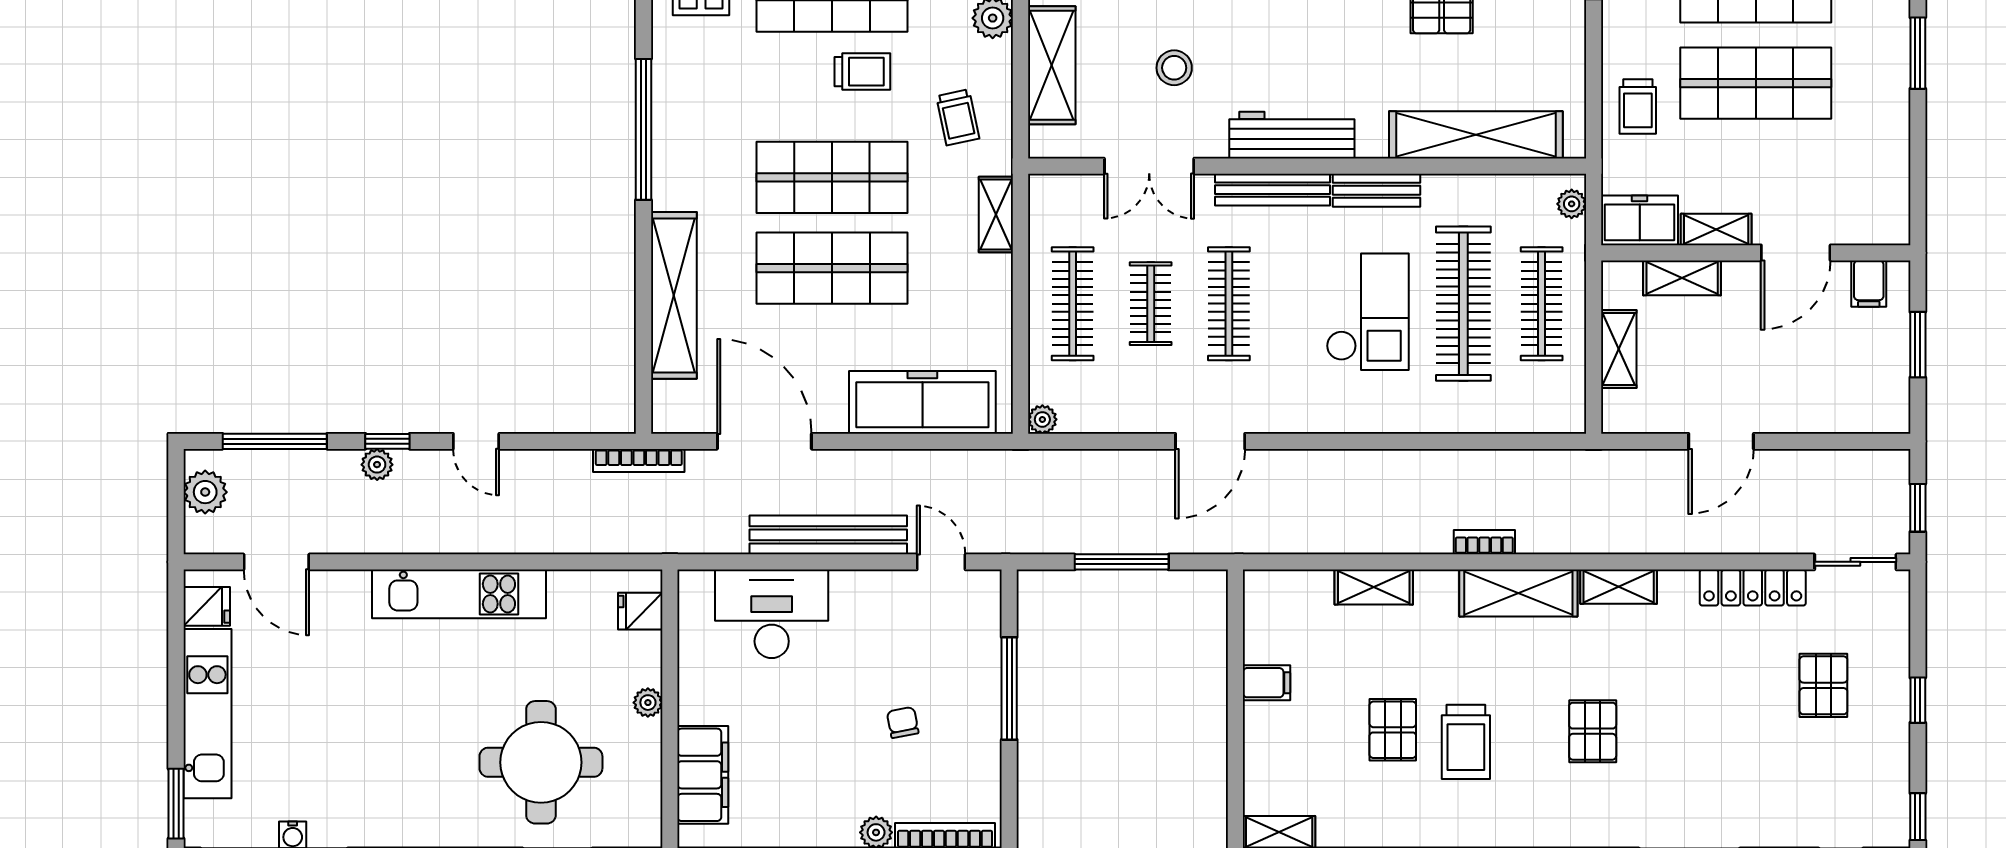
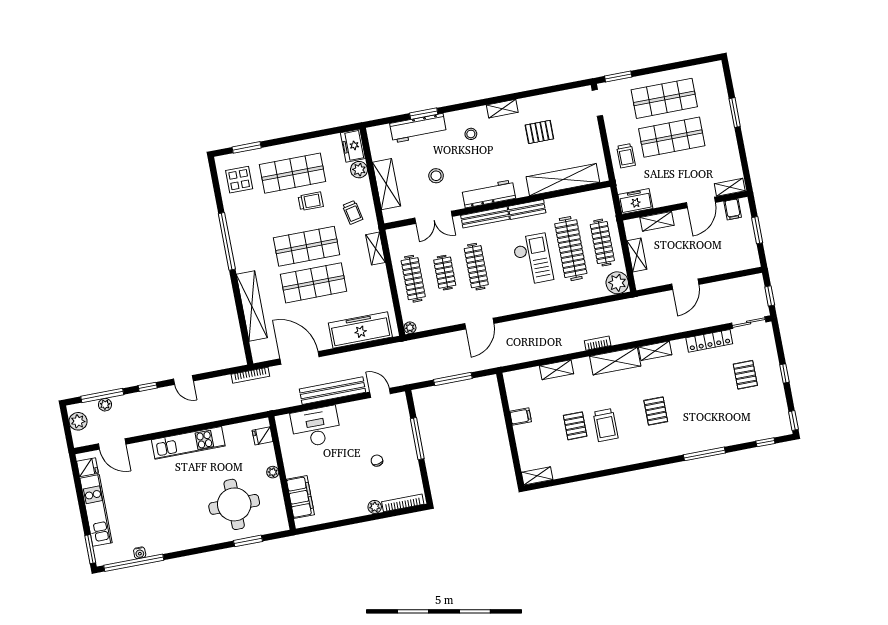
plant: (1572, 204) -> (617, 283), moved, width x1.88, depth x1.88
shelving: (1716, 229) -> (730, 187), moved
plant: (377, 465) -> (105, 405), moved

